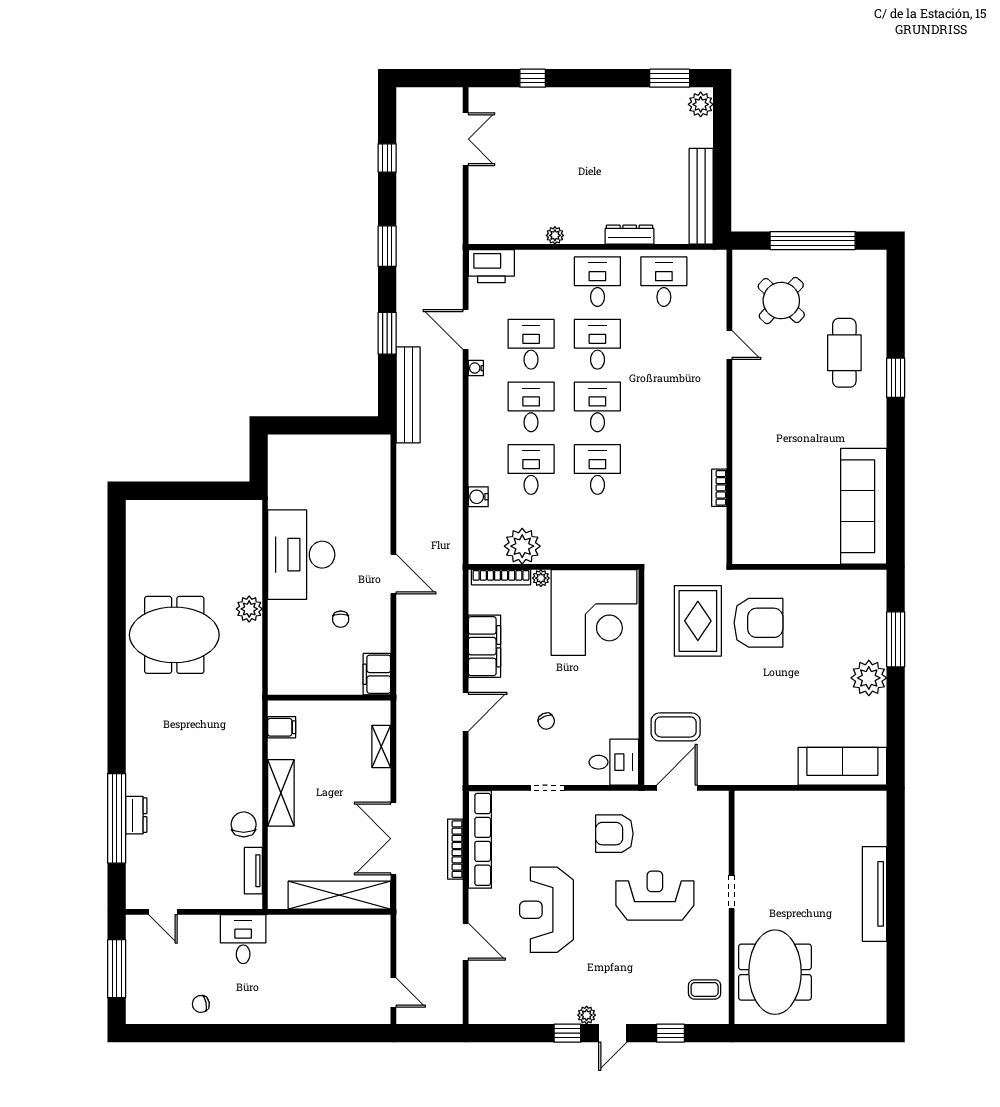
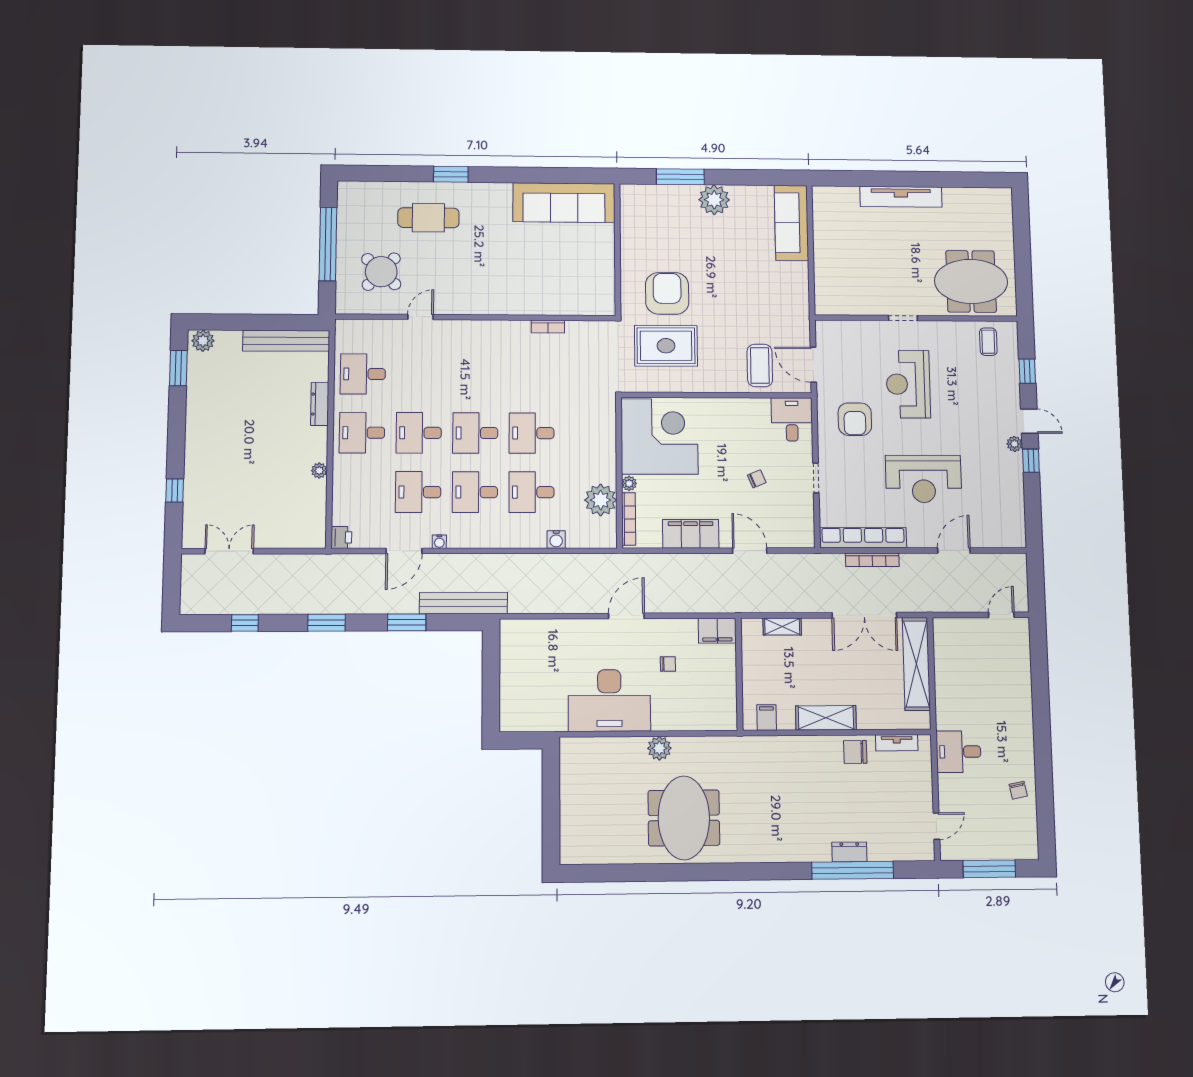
printer: (491, 266) -> (341, 537), width x0.53, depth x0.68

